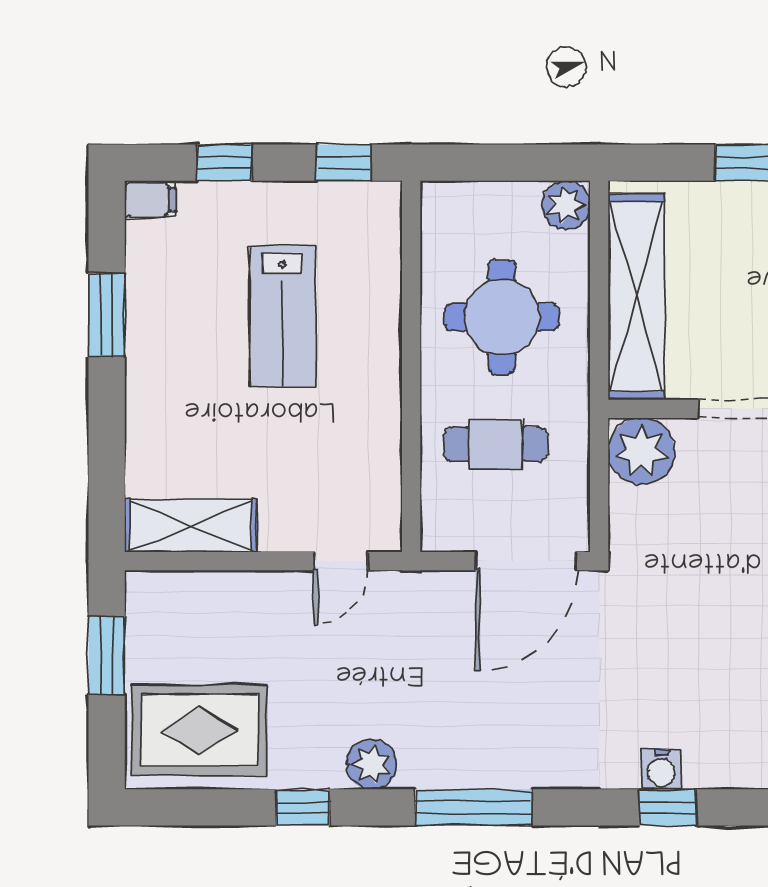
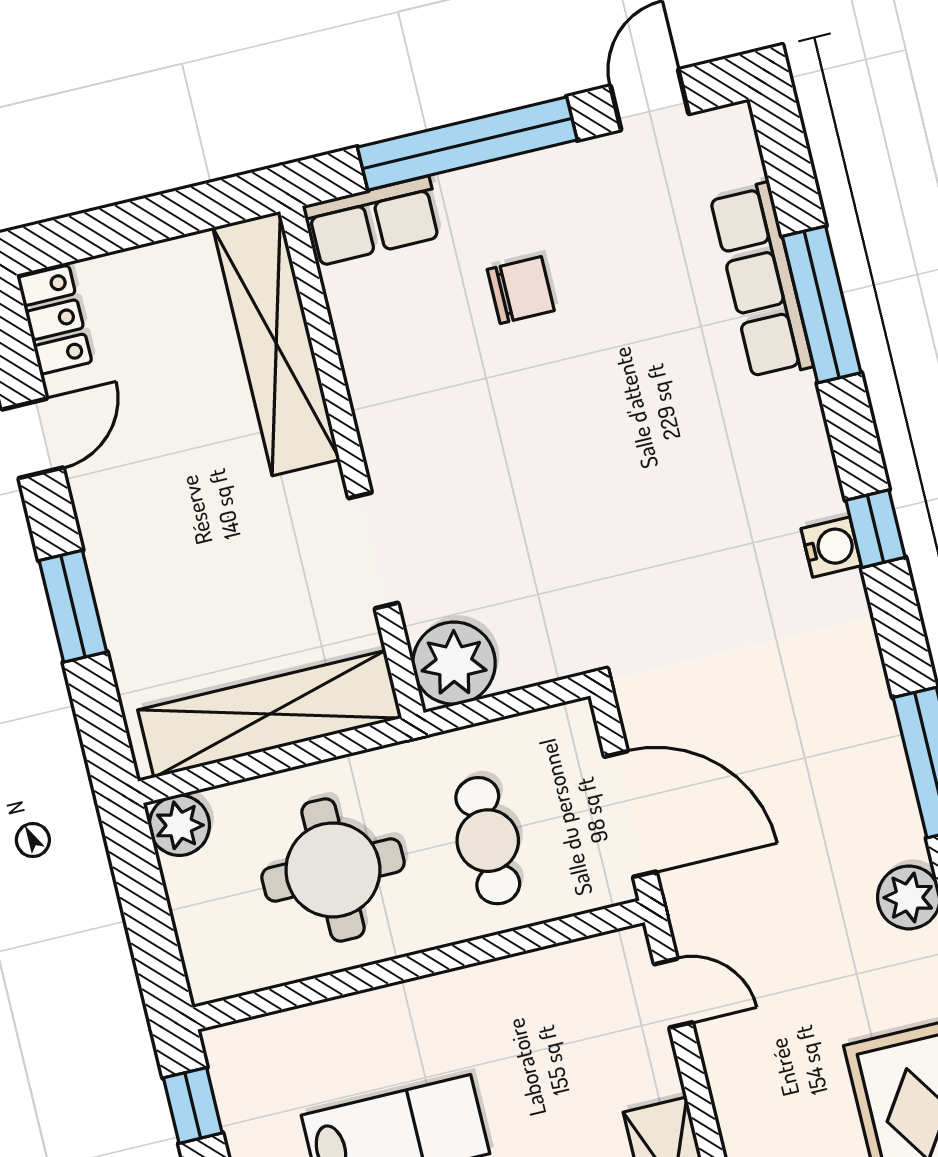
door: (527, 561) -> (630, 814), moved

